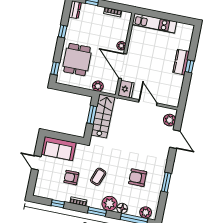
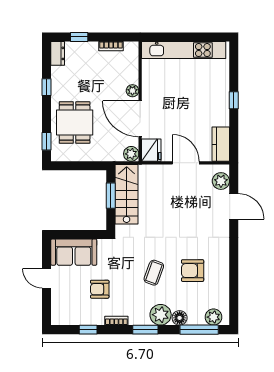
kitchen unit: (154, 23) -> (184, 50), width x1.36
kitchen counter: (181, 62) -> (221, 144), moved
plant: (98, 86) -> (131, 154), moved
coffee table: (98, 177) -> (154, 273), moved
window: (166, 182) -> (234, 269), removed

